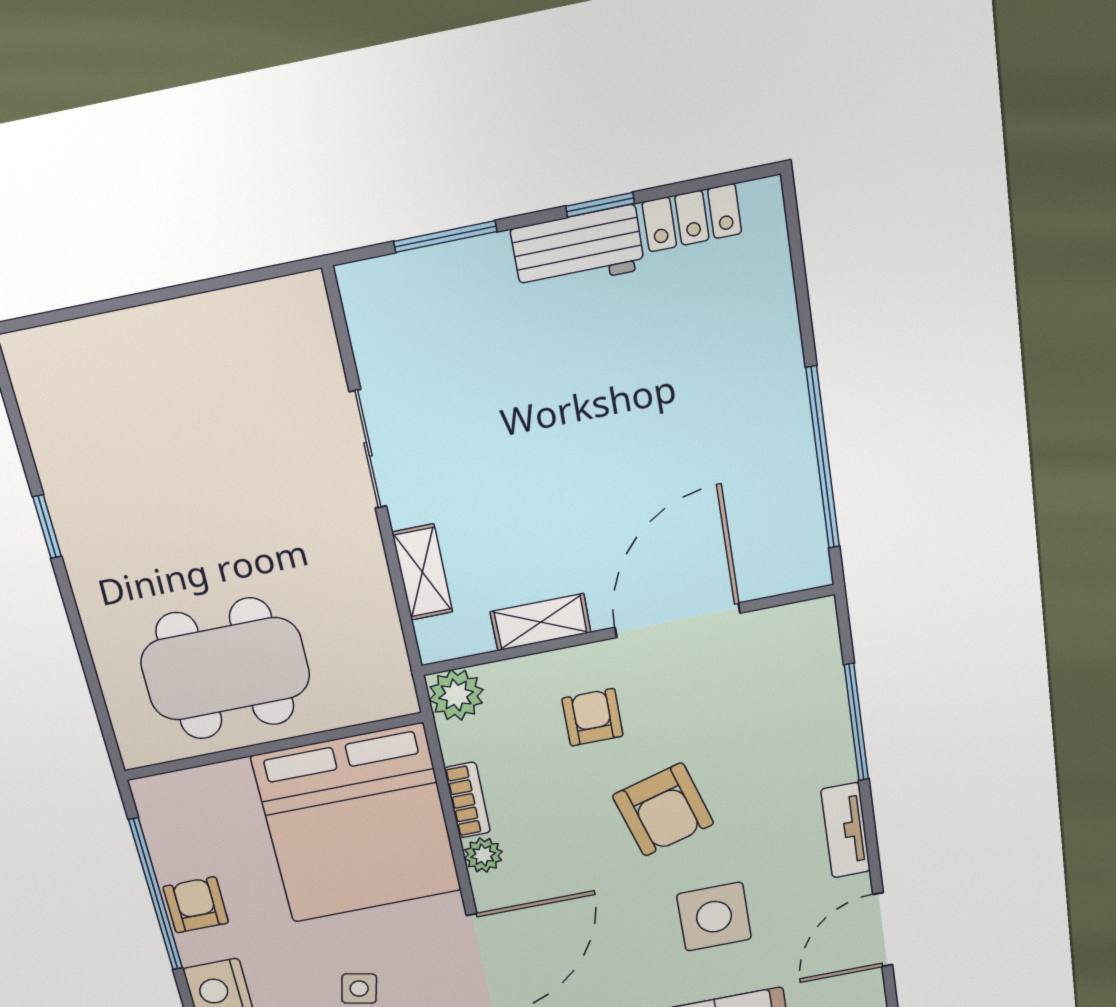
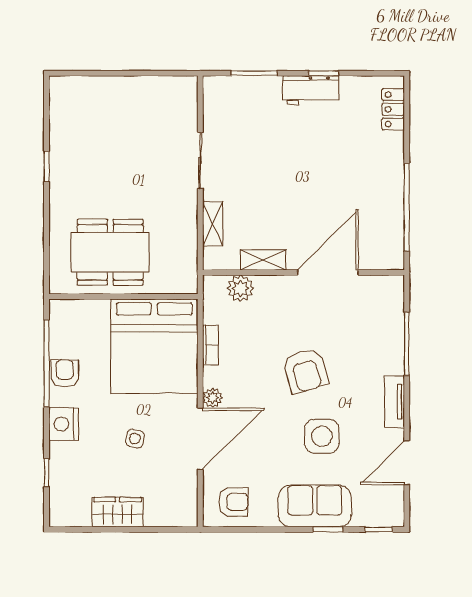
locker: (692, 218) -> (393, 109), moved, turned 90
plant: (456, 695) -> (240, 288), moved
armchair: (592, 717) -> (279, 314), removed
plant: (483, 855) -> (212, 398), moved

